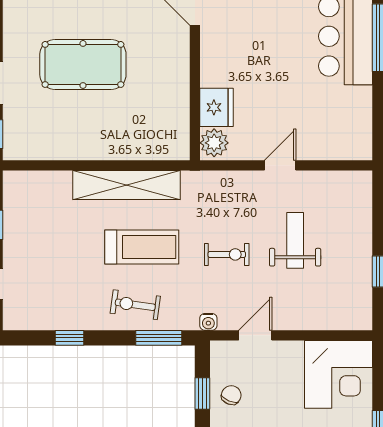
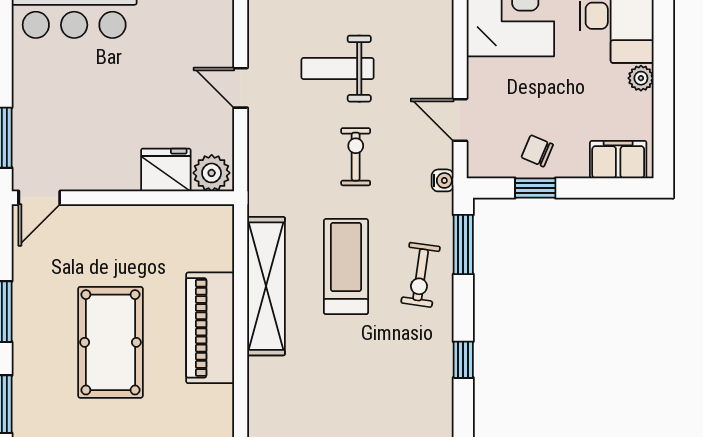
piano: (94, 142) -> (210, 328), added

